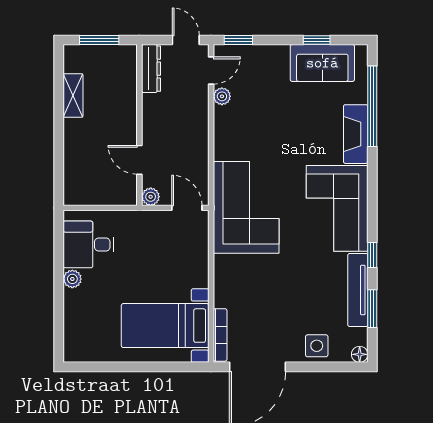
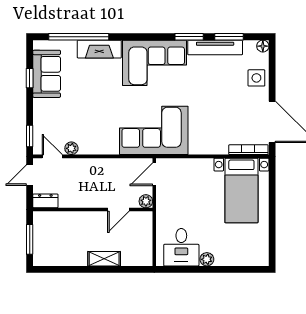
dresser: (151, 69) -> (45, 201), width x0.70
shelving: (73, 96) -> (104, 259), moved
window: (372, 255) -> (189, 37), width x1.50

